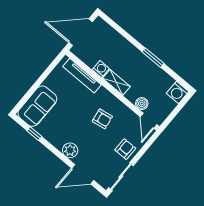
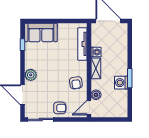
washing machine: (178, 92) -> (121, 83), moved
armchair: (102, 119) -> (76, 83), moved

